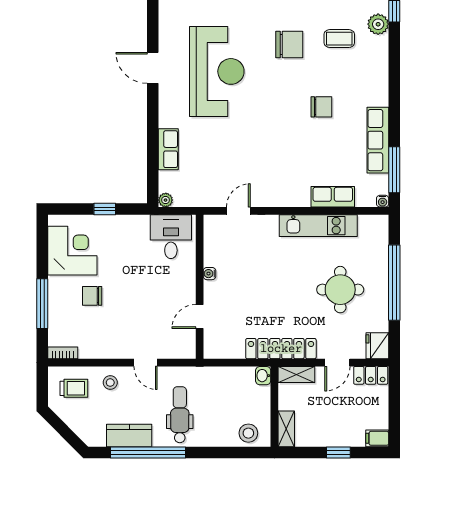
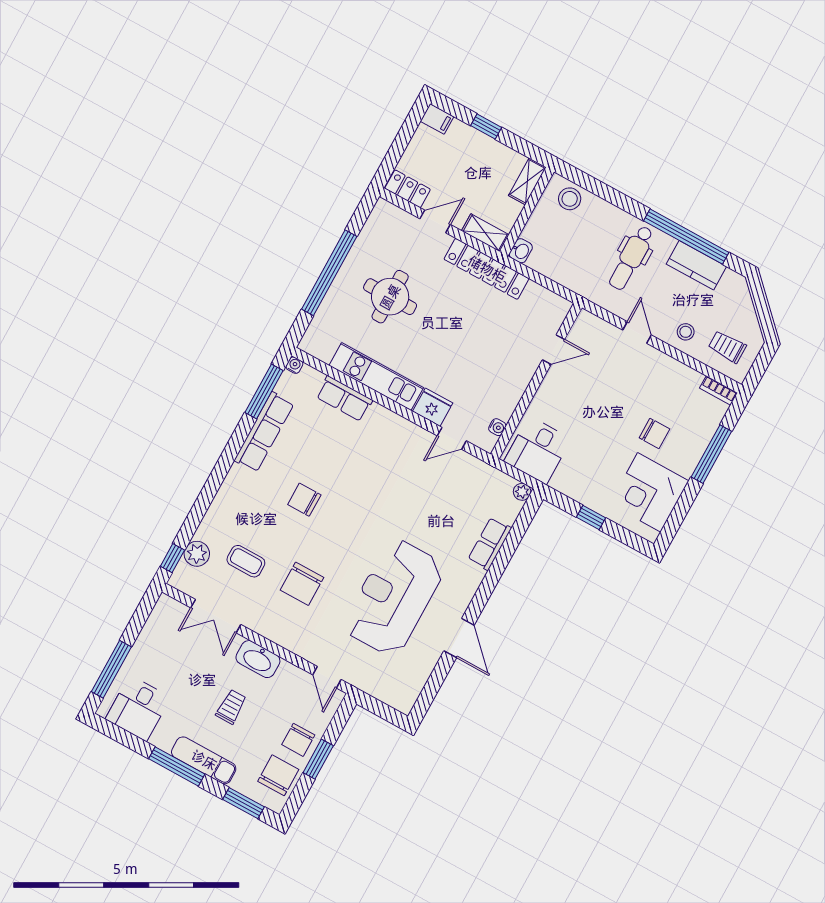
chair: (289, 45) -> (302, 584), turned -90
water cooler: (209, 274) -> (497, 427), moved
fridge: (377, 346) -> (433, 407), moved, turned -90

